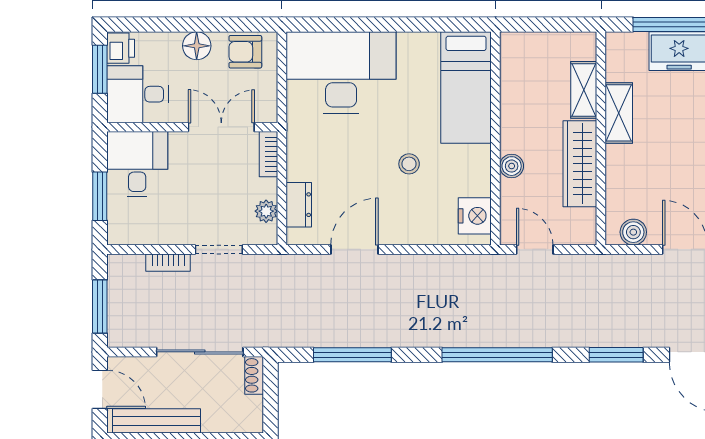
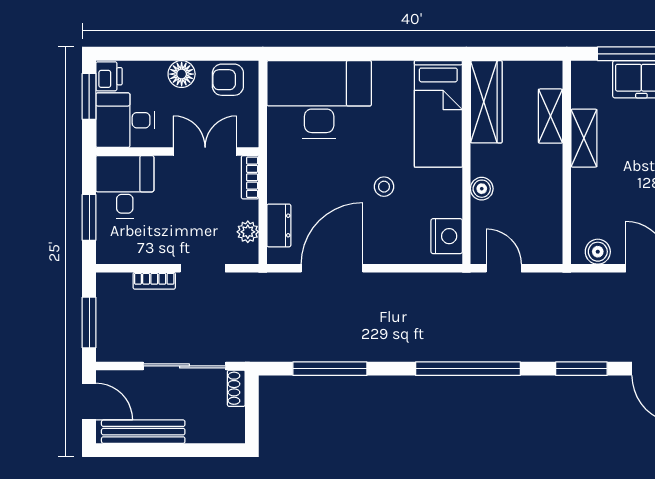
wardrobe: (580, 164) -> (486, 102), moved, turned 180
door: (355, 249) -> (332, 268), width x1.36

